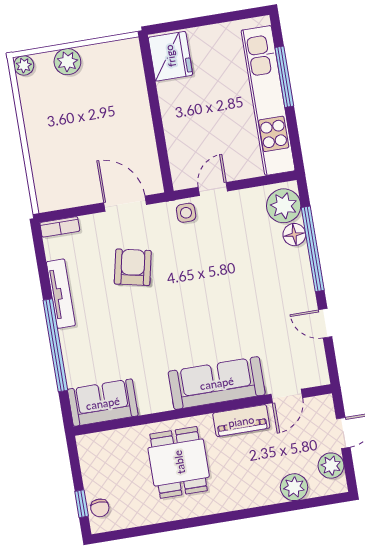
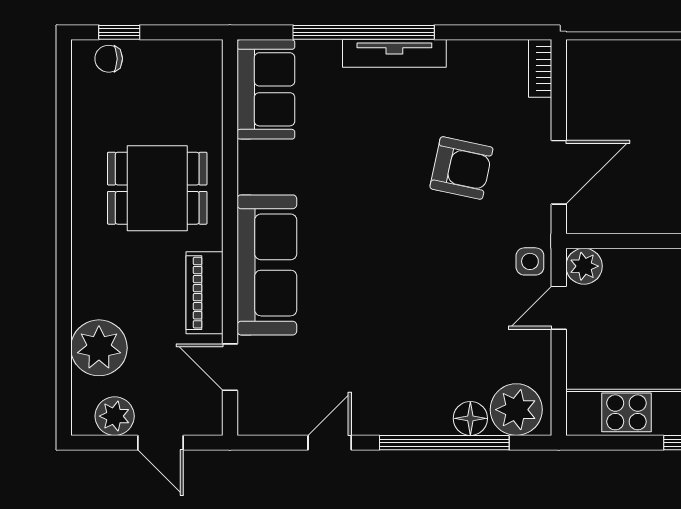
plant: (183, 177) -> (584, 266), added
door: (213, 189) -> (559, 308), swing flipped
tv unit: (61, 294) -> (394, 53), moved
plant: (294, 487) -> (99, 348), width x1.36, depth x1.36

